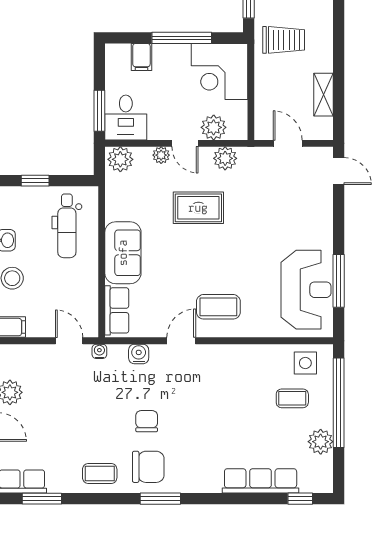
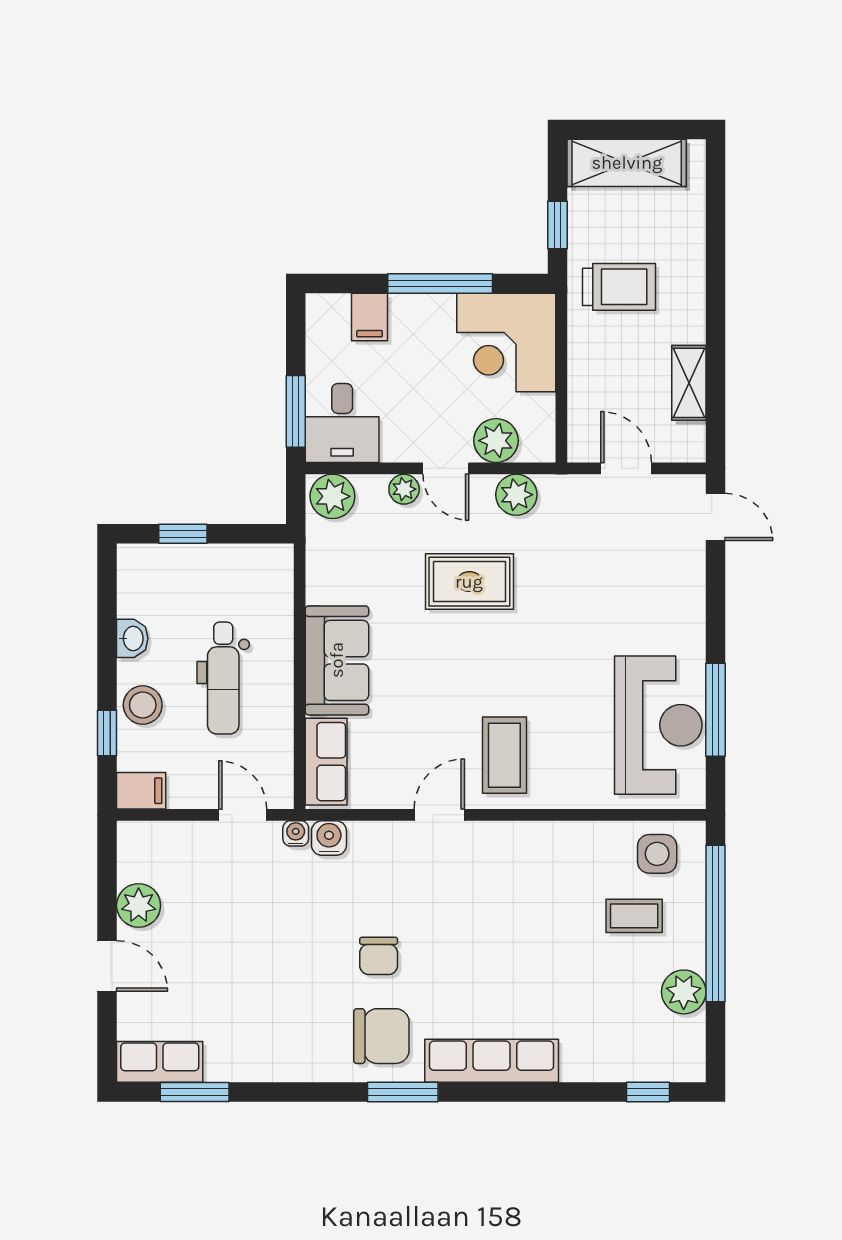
dental chair: (67, 226) -> (223, 678), moved
coffee table: (218, 307) -> (504, 755), turned 90
water cooler: (139, 354) -> (329, 838), moved
chair: (147, 421) -> (379, 956), turned 180
coffee table: (100, 473) -> (296, 1048), removed
row of seats: (261, 481) -> (492, 1061), moved

